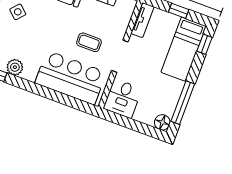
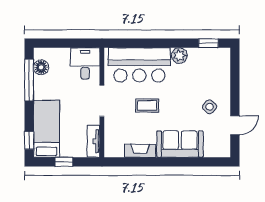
coffee table: (89, 42) -> (147, 106), moved
plant: (15, 67) -> (179, 56), moved
floor lamp: (162, 122) -> (41, 67), moved

